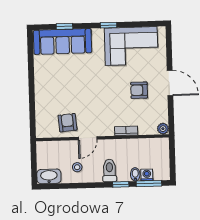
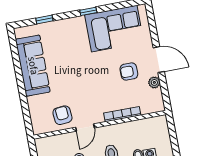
sofa: (63, 42) -> (33, 66), moved, turned -90
plant: (163, 129) -> (154, 82), moved
bookcase: (126, 131) -> (122, 114), width x1.56

